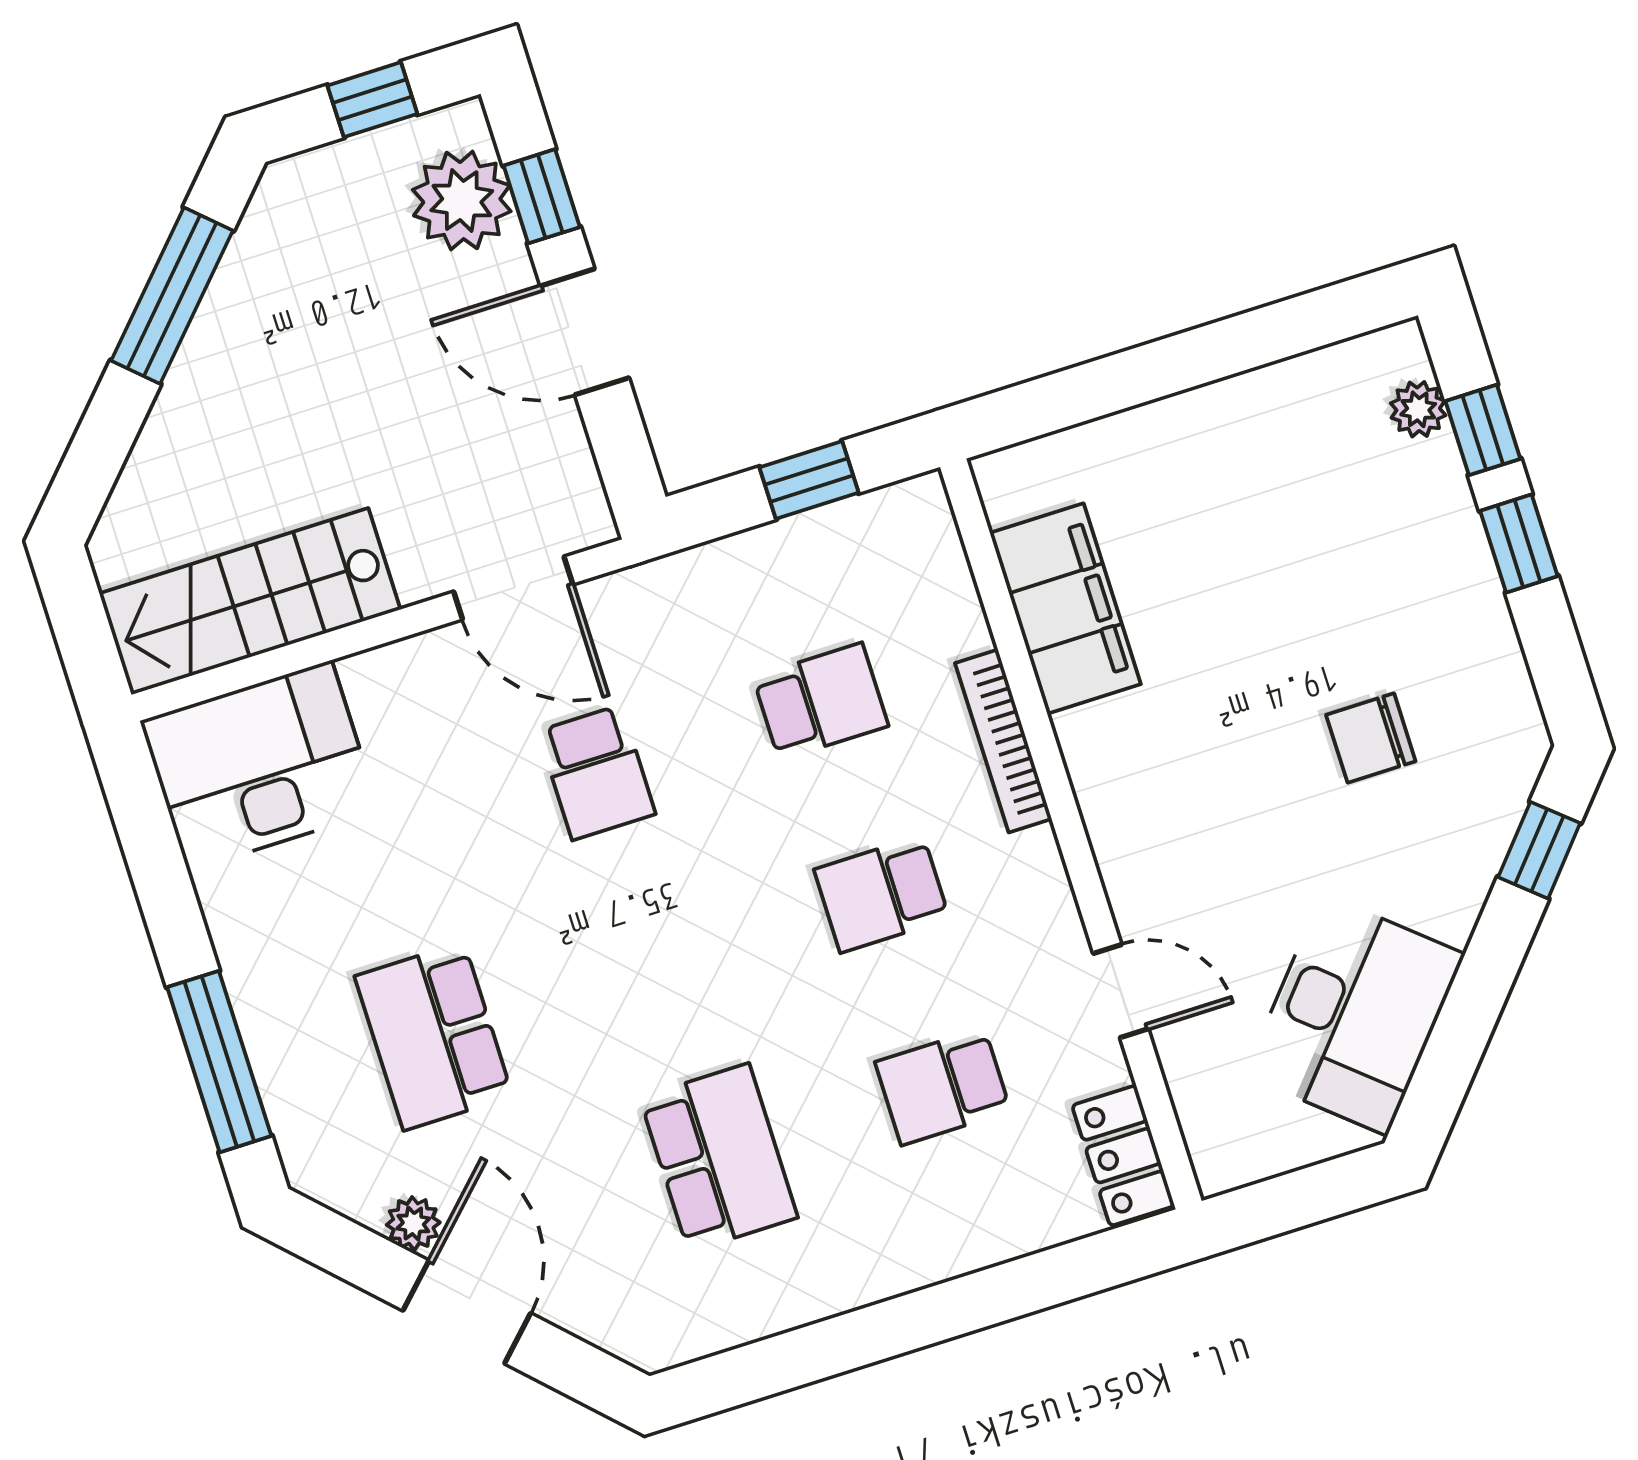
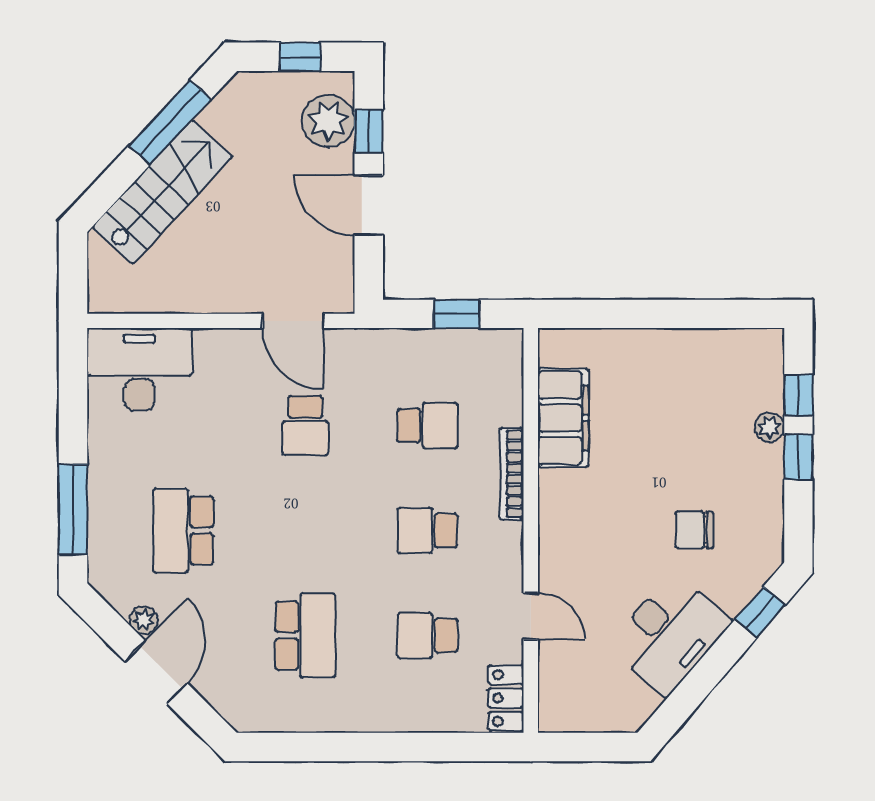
plant: (1418, 409) -> (770, 427), moved
stairs: (250, 601) -> (162, 192), moved, turned 133
desk: (1355, 1014) -> (669, 634), moved

